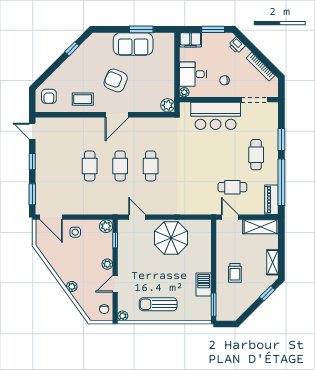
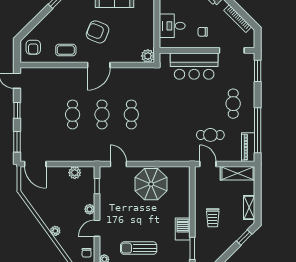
plant: (184, 92) -> (164, 43), removed
window: (281, 140) -> (258, 71), moved
plant: (106, 226) -> (75, 173), moved
side table: (75, 232) -> (59, 178), removed

